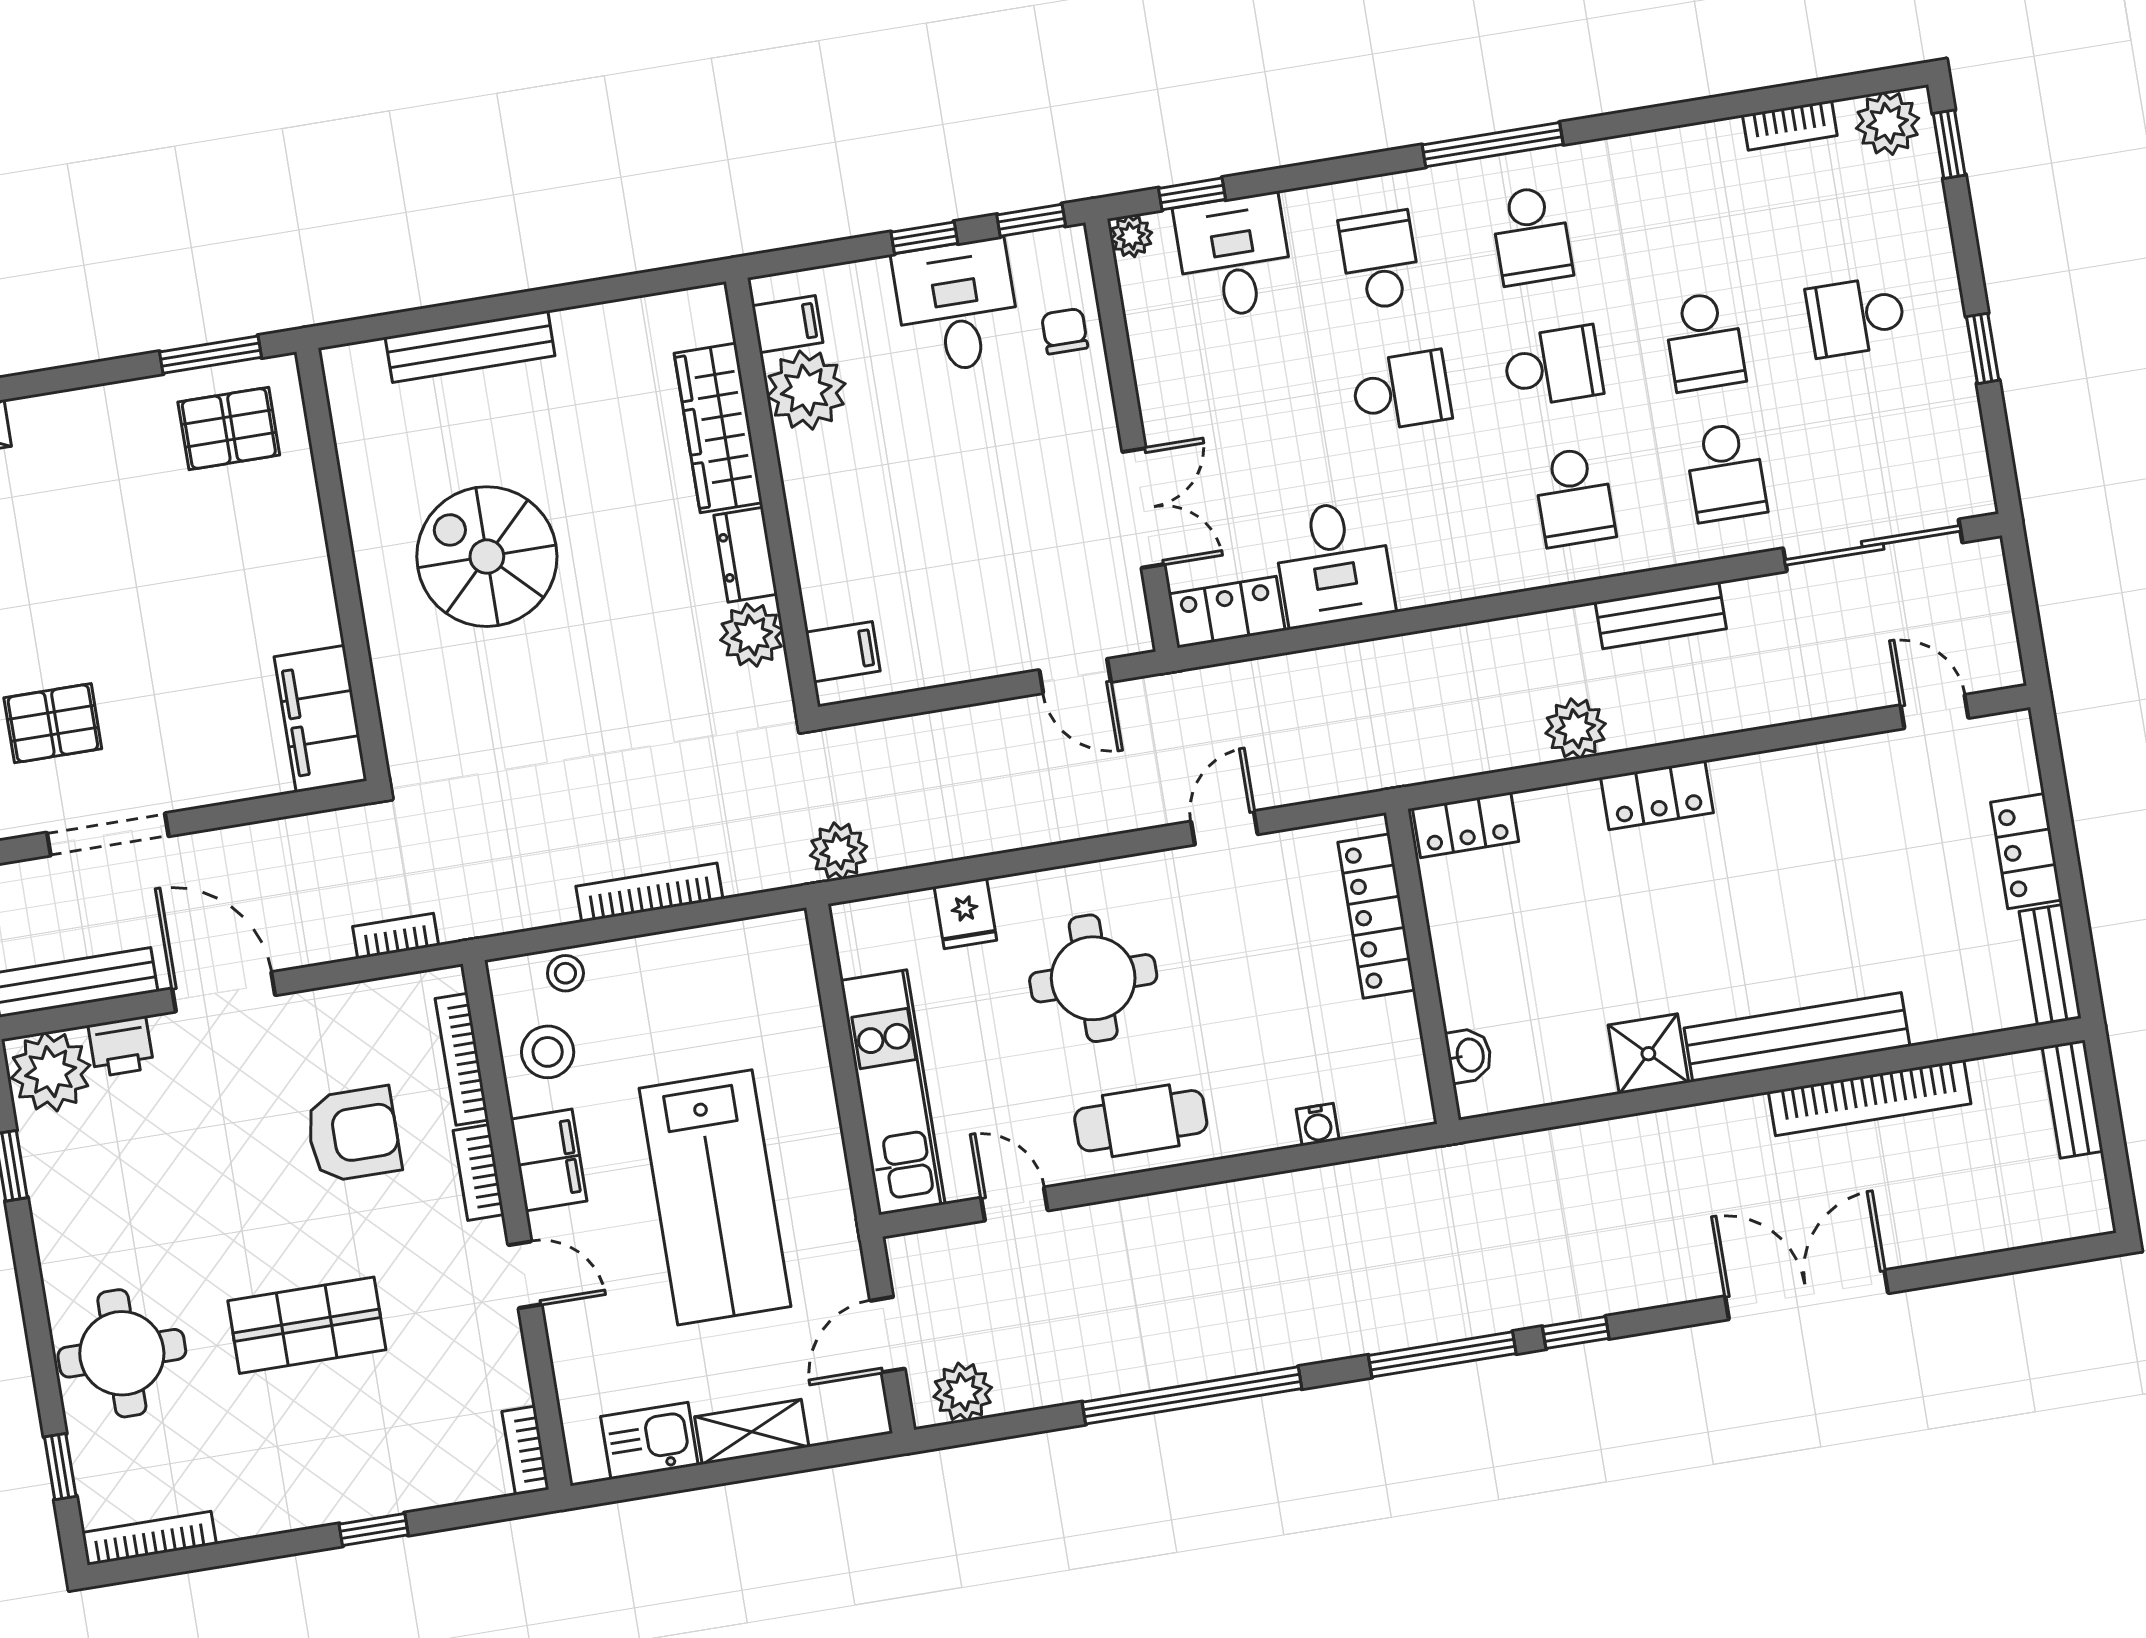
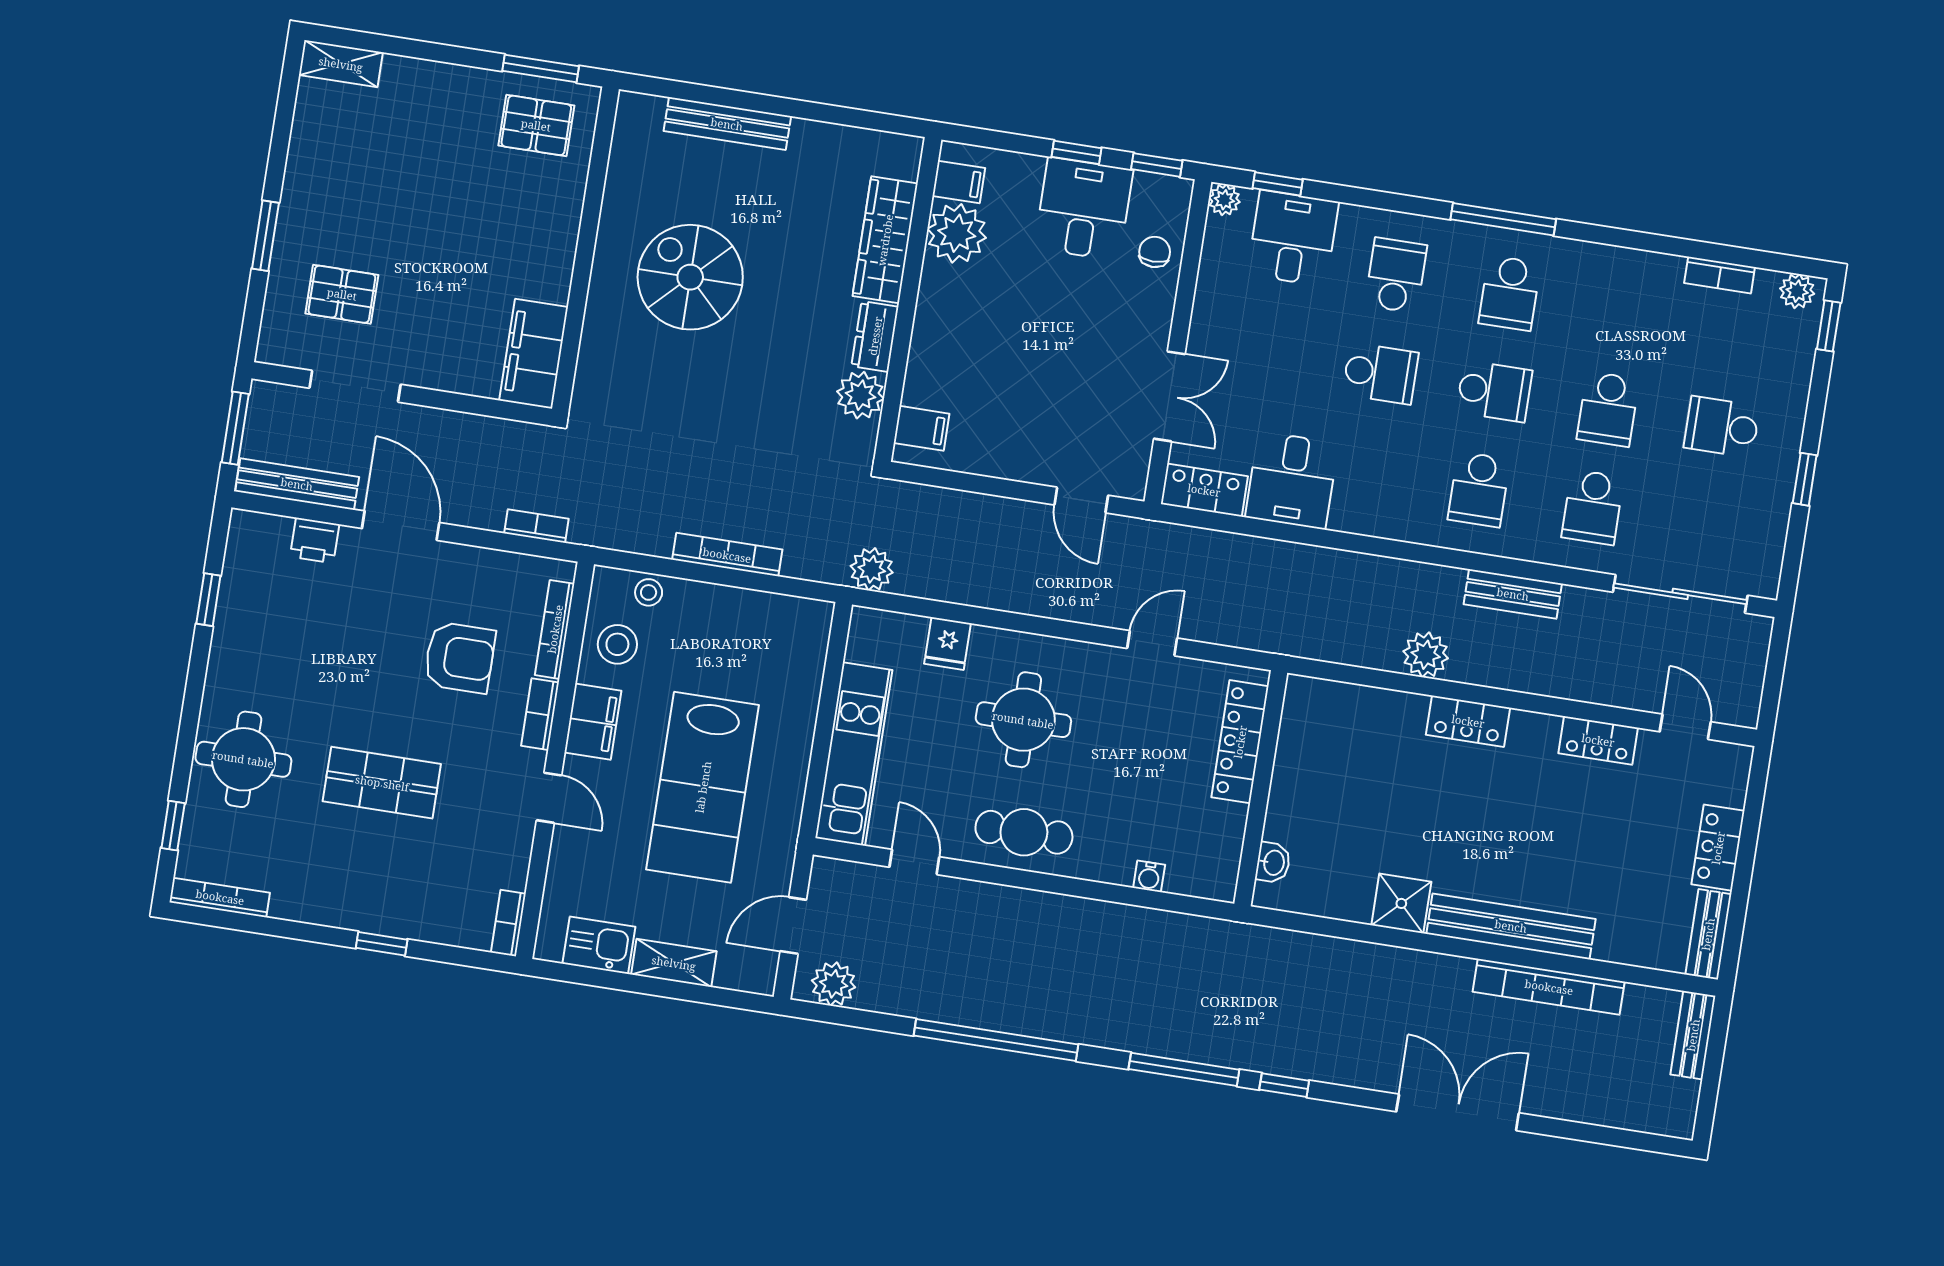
plant: (1888, 123) -> (1797, 291), width x0.73, depth x0.73
locker: (1466, 825) -> (1598, 740), moved
plant: (51, 1072) -> (259, 542), removed

